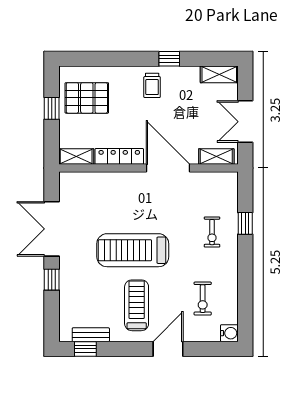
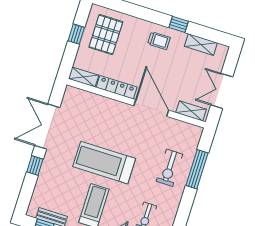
shelving: (219, 74) -> (201, 45), moved
trolley: (152, 85) -> (159, 41), turned -90
pallet: (87, 98) -> (106, 35), turned 90
window: (245, 223) -> (197, 169), width x2.17
exercise bike: (212, 232) -> (170, 168), width x1.38, depth x1.39

